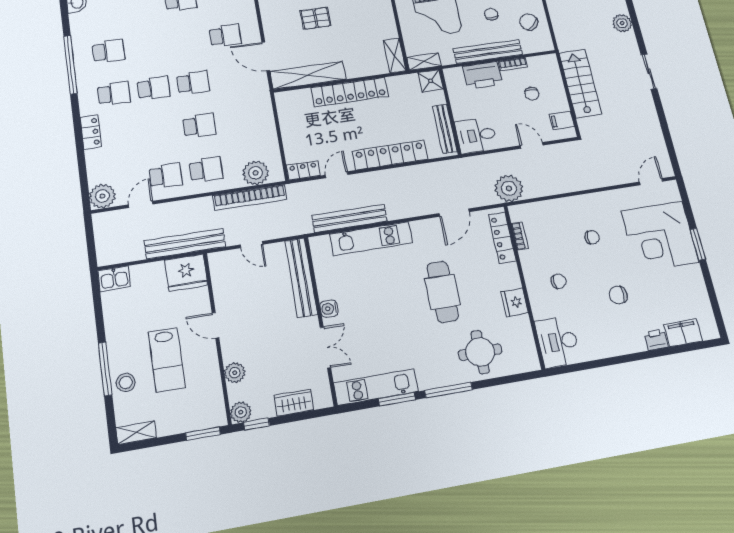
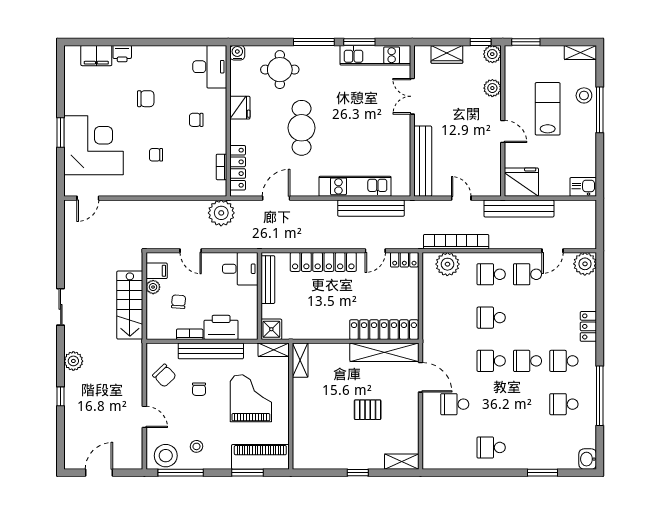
locker: (350, 92) -> (384, 330), moved
plant: (561, 104) -> (153, 287), added
water cooler: (329, 309) -> (237, 53), moved, turned -90

